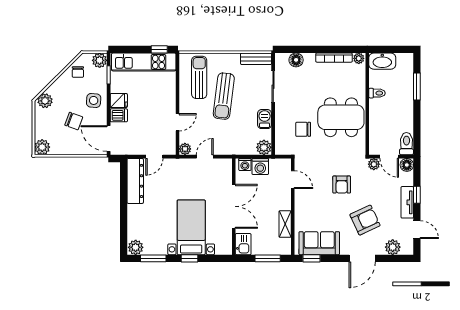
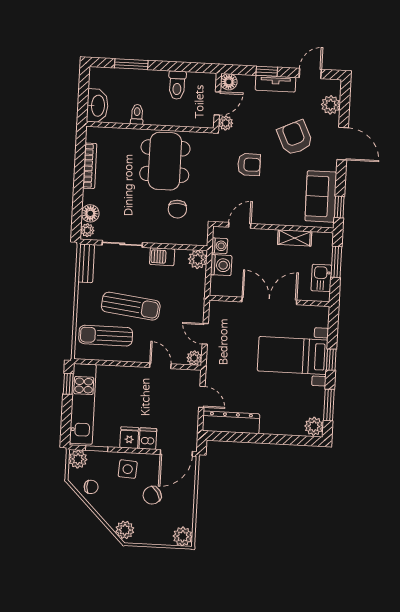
plant: (359, 58) -> (87, 230), moved
chair: (74, 121) -> (152, 495), turned -142
toilet: (406, 144) -> (177, 85), moved, turned -90
washing machine: (245, 164) -> (220, 246), moved
kitchen sink: (243, 244) -> (321, 278), moved, turned -90

